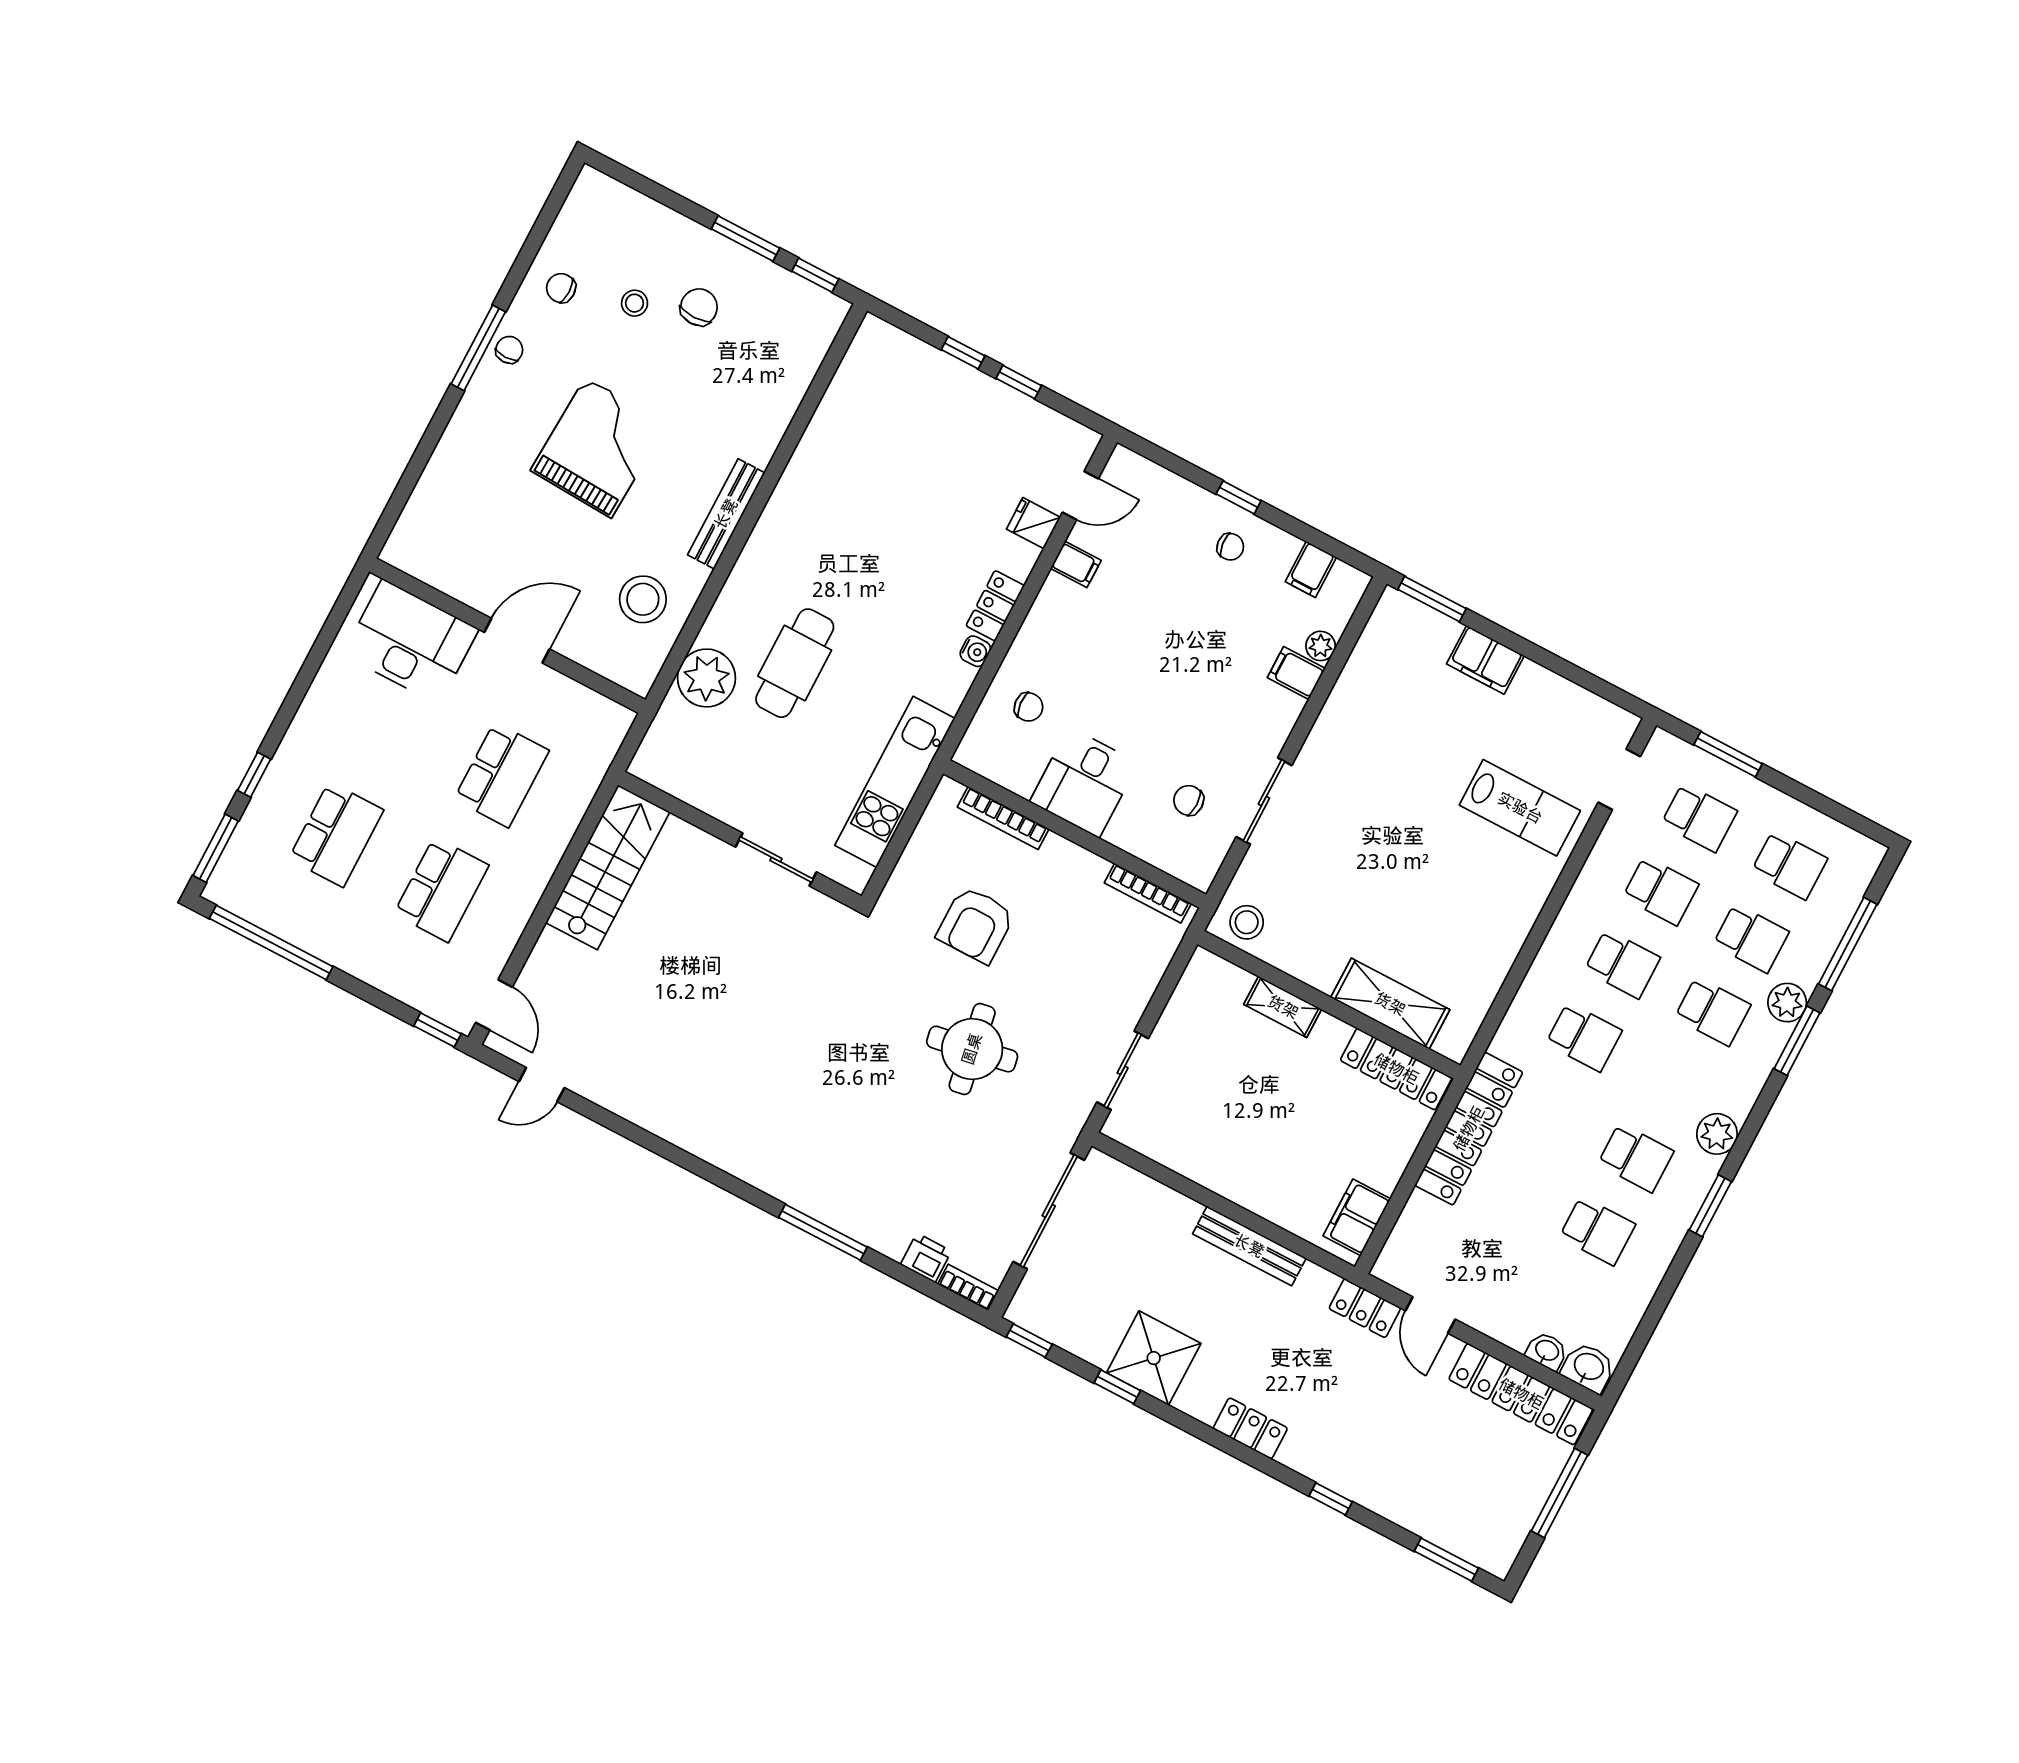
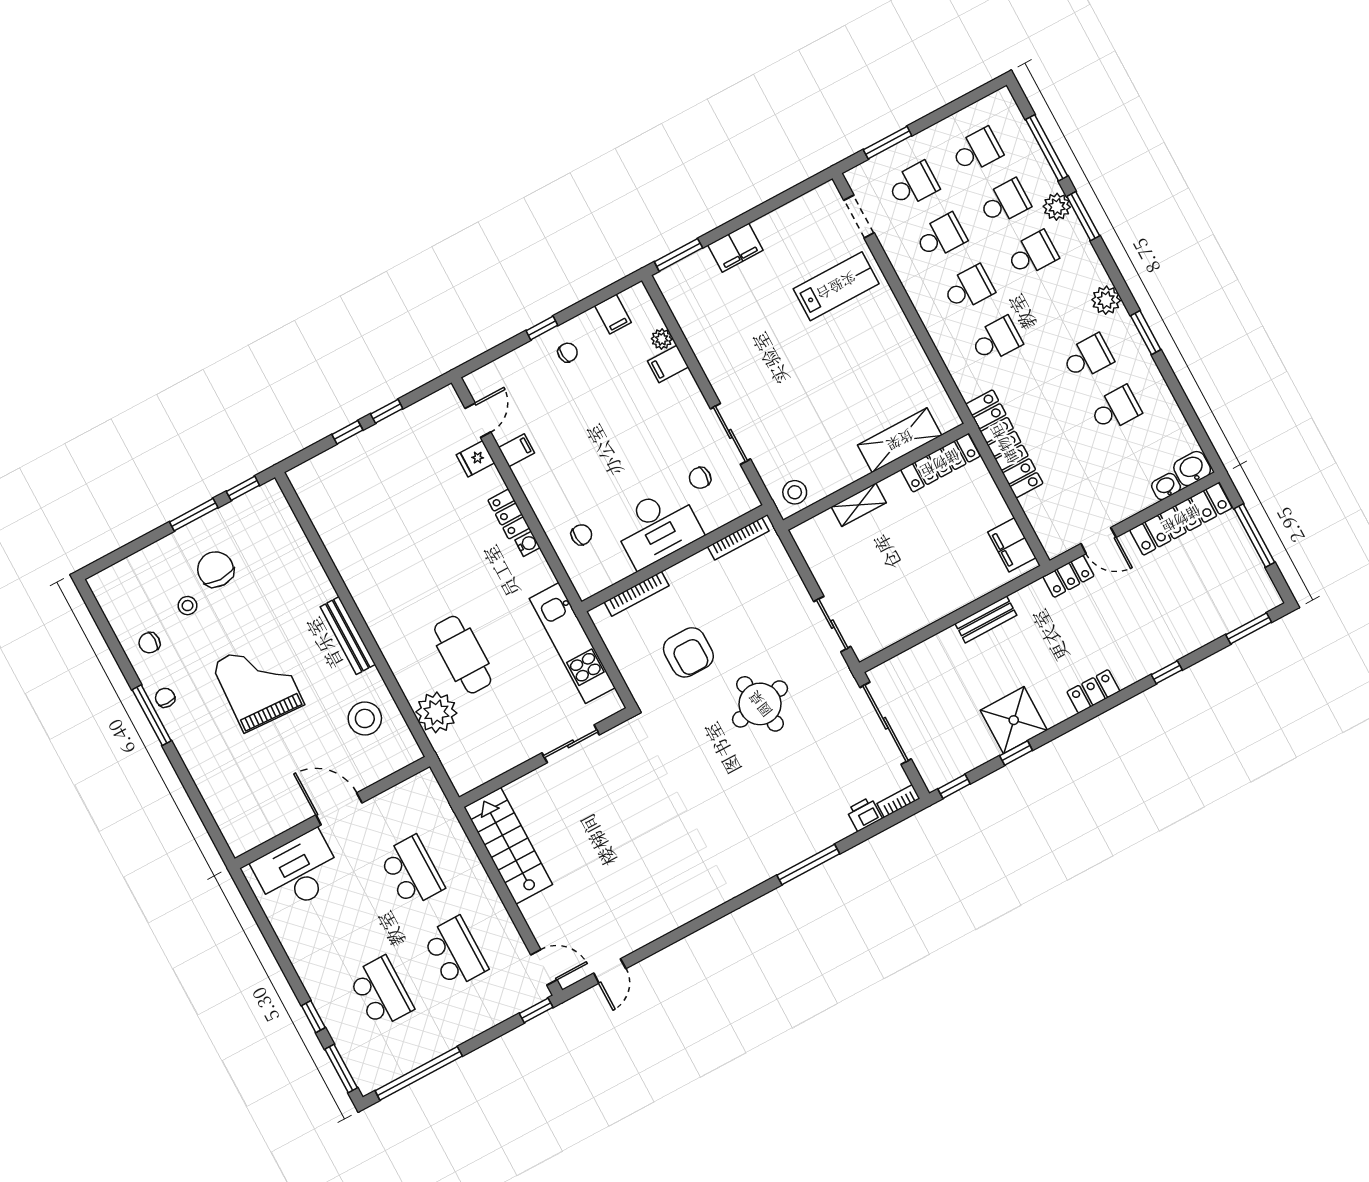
chair: (699, 307) -> (216, 569), width x1.37, depth x1.37
door: (517, 641) -> (339, 809), hinge flipped
desk: (1084, 782) -> (657, 527), width x1.37
bench: (1249, 1246) -> (986, 619), width x0.73

